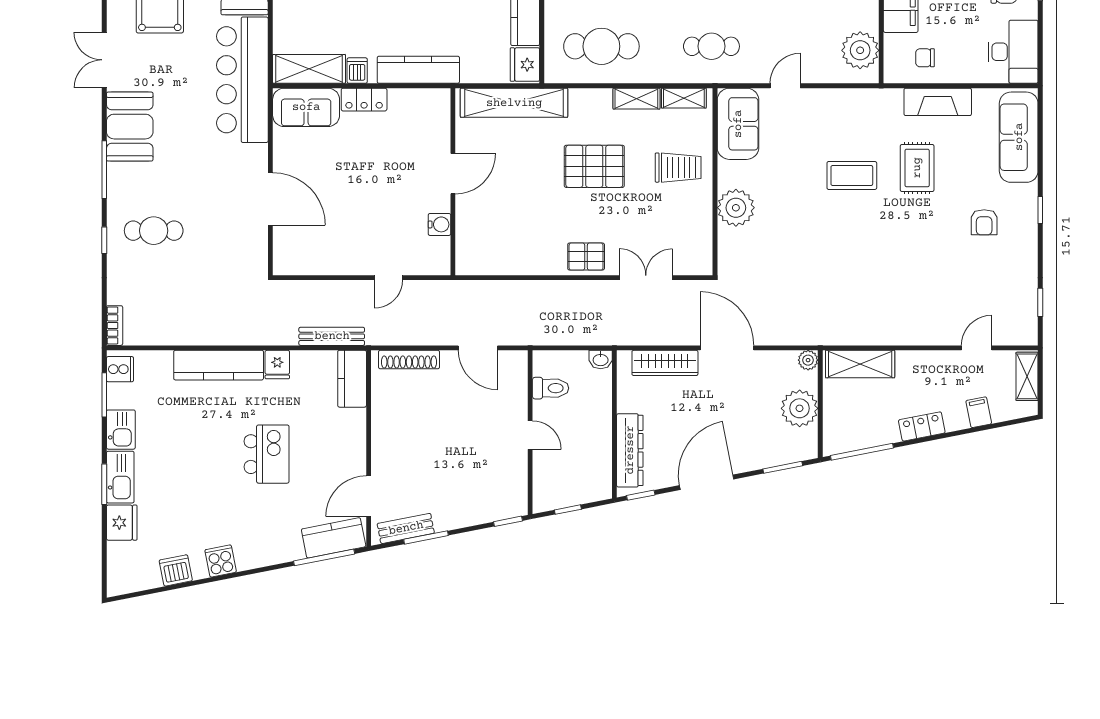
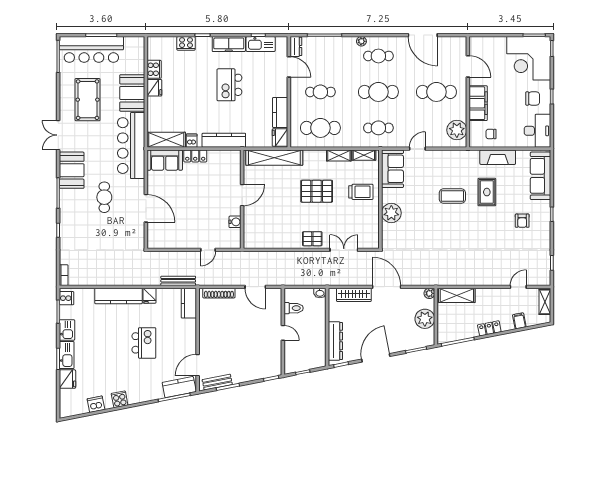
cafe table: (154, 231) -> (104, 197), moved, turned 90

